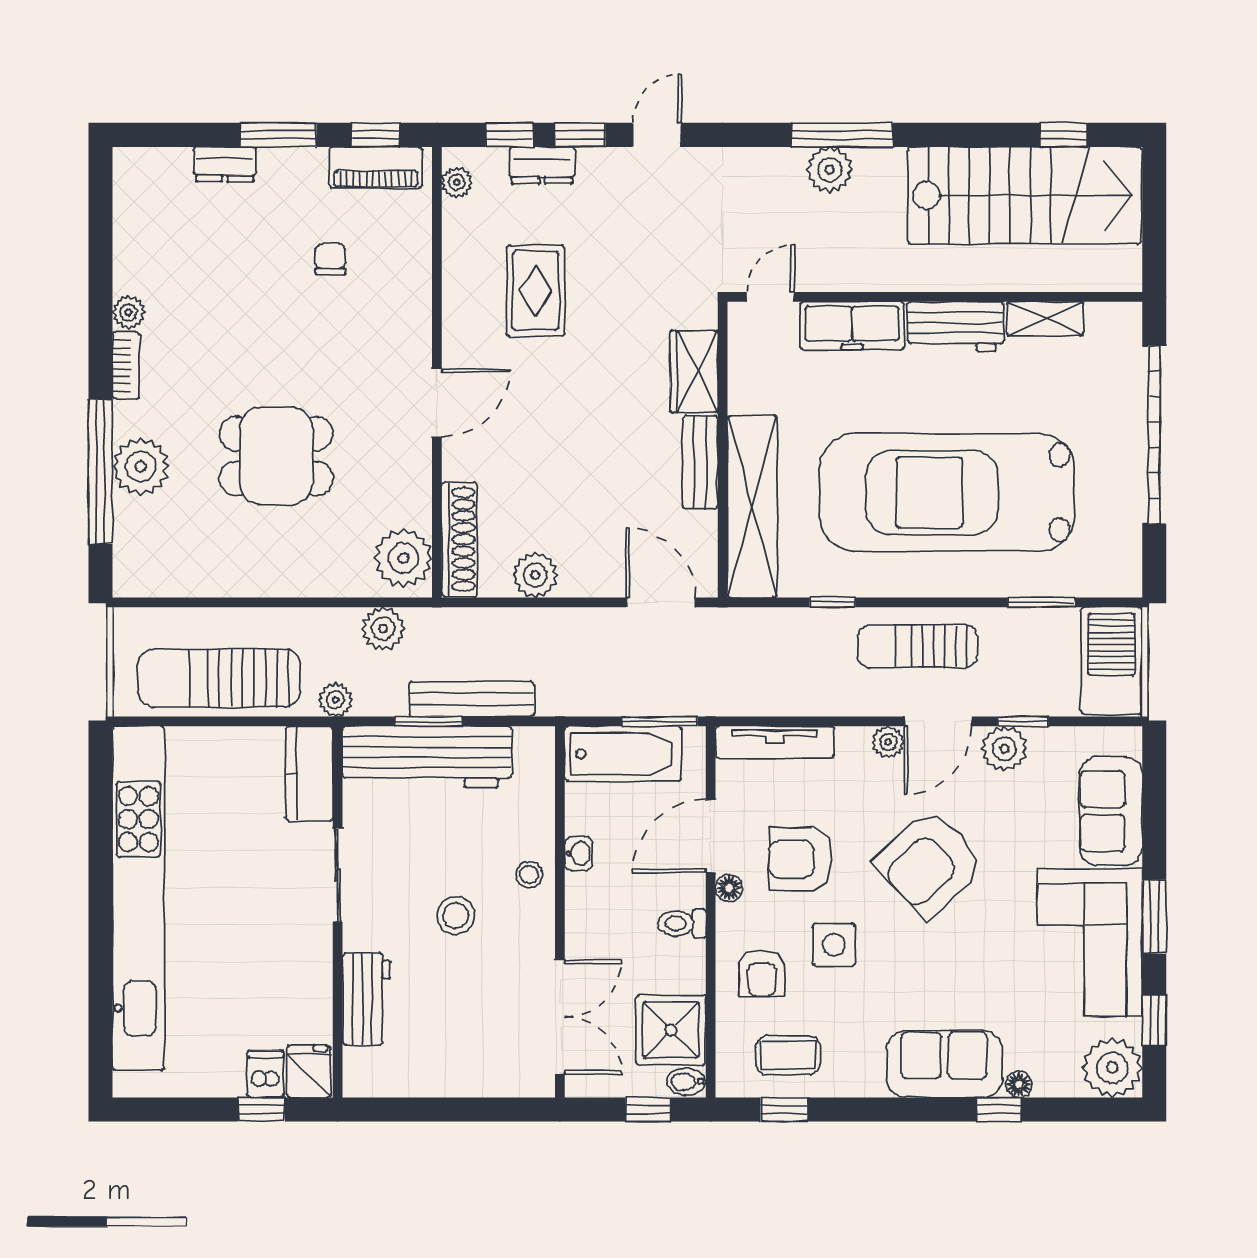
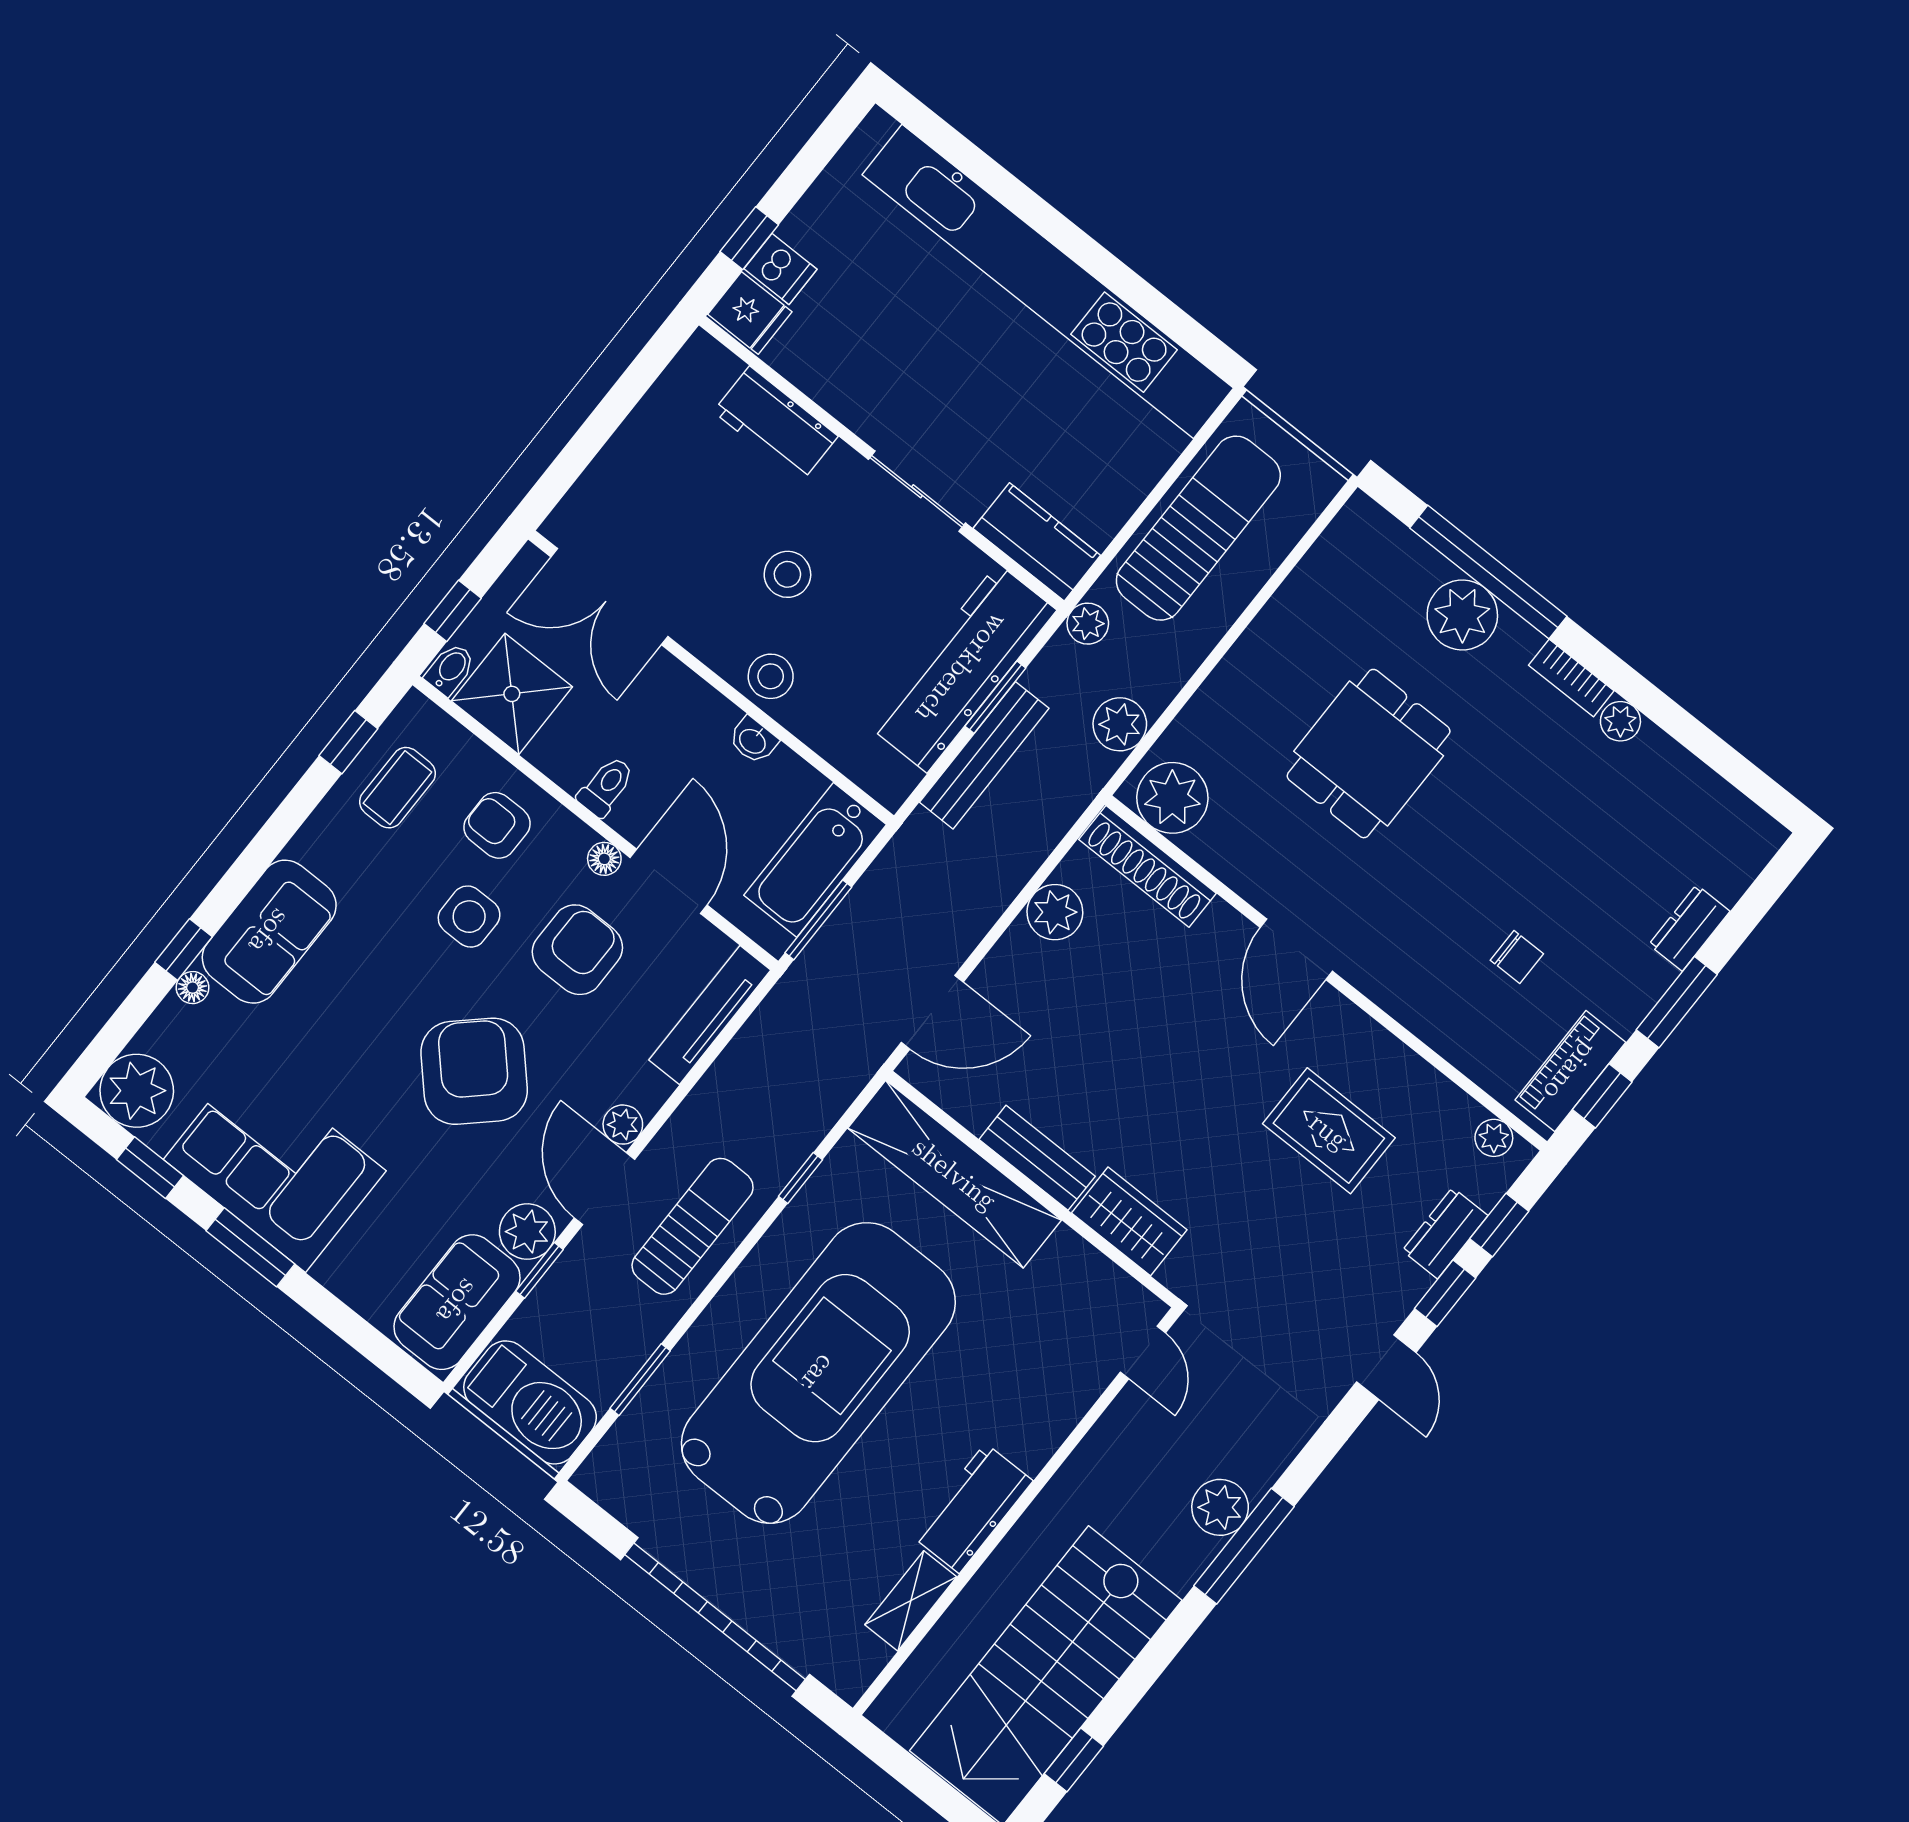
freezer: (852, 326) -> (1052, 1409), removed
sofa: (1111, 811) -> (457, 1302), moved, turned -90
stool: (529, 875) -> (771, 676), width x1.37, depth x1.37

